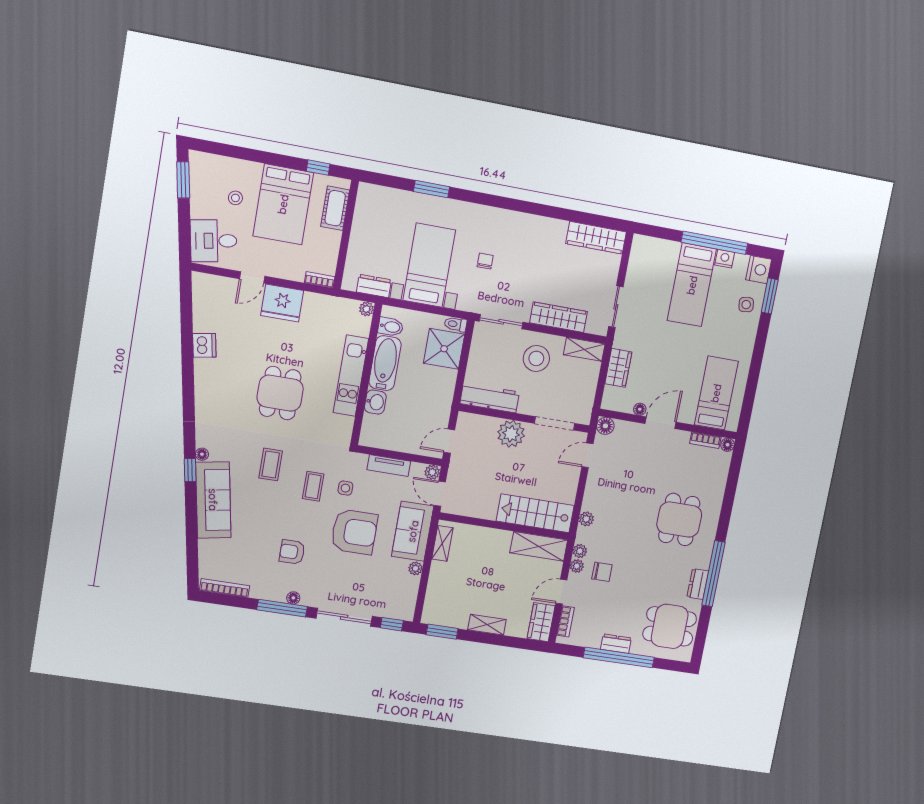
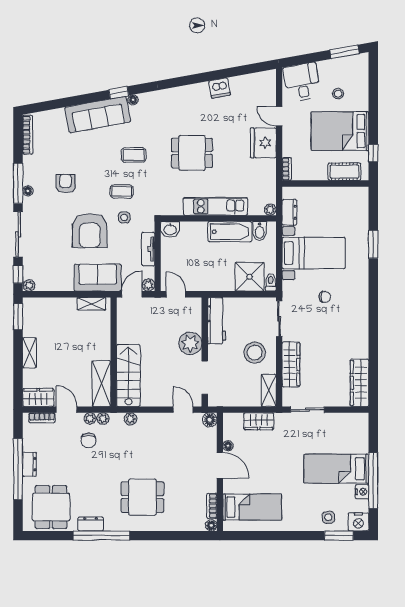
washbasin: (375, 402) -> (170, 229), moved
plant: (415, 568) -> (29, 285), moved

